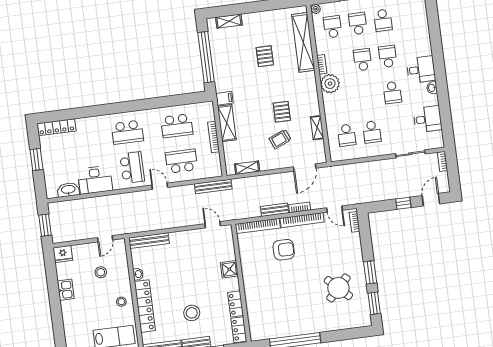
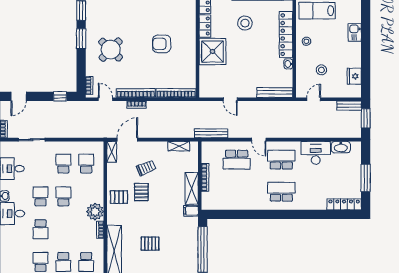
pallet: (265, 56) -> (150, 244), turned 90
school desk: (362, 60) -> (63, 196), moved, turned 180
pallet: (306, 103) -> (119, 197), added
school desk: (177, 126) -> (237, 192), removed
shelving: (317, 128) -> (112, 152), moved
window: (36, 159) -> (366, 178), width x1.44
school desk: (132, 168) -> (281, 160), turned 90
window: (403, 203) -> (60, 96), moved
bench: (274, 210) -> (349, 106), moved
door: (213, 225) -> (230, 99), moved
armchair: (284, 250) -> (162, 44), moved
fridge: (63, 254) -> (354, 76), moved, turned -90
shower: (229, 269) -> (213, 51), width x1.86, depth x1.86
round table: (338, 288) -> (111, 50), moved
kitchen sink: (66, 290) -> (355, 32), moved

